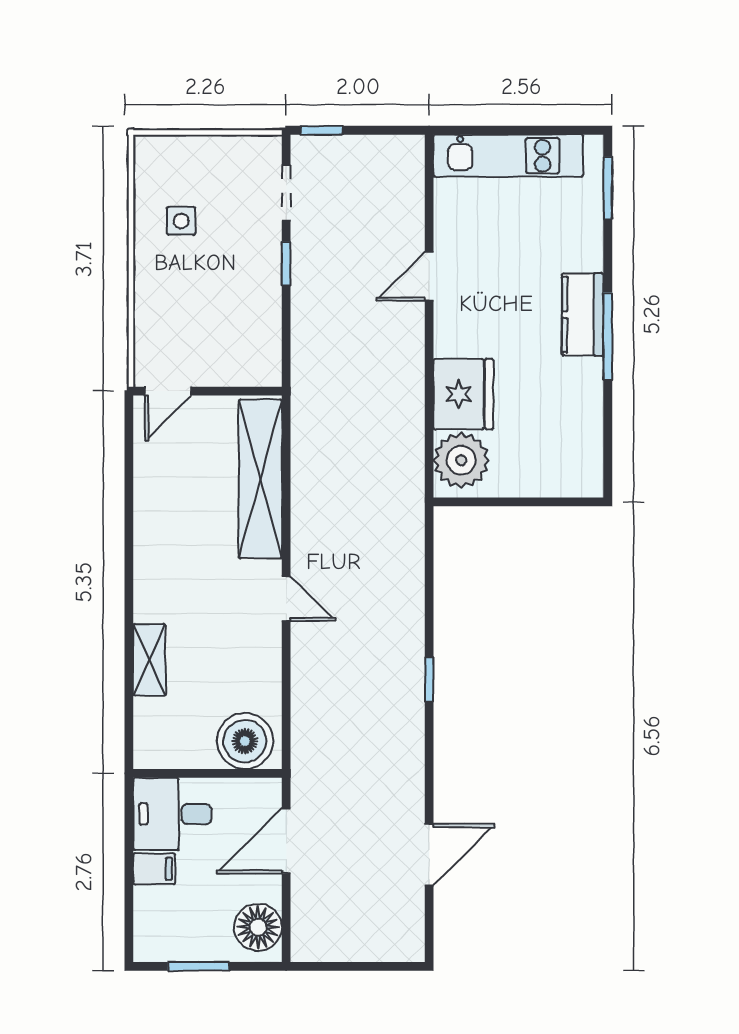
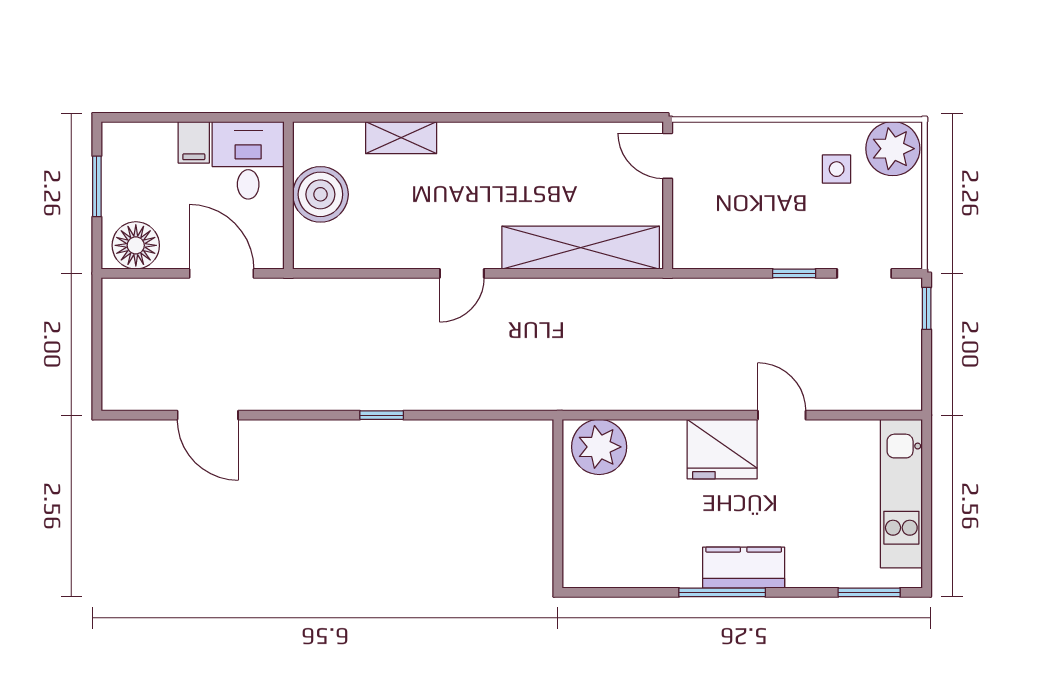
plant: (161, 164) -> (893, 149), added
fridge: (463, 394) -> (722, 449), moved
boiler: (245, 741) -> (320, 194), moved

